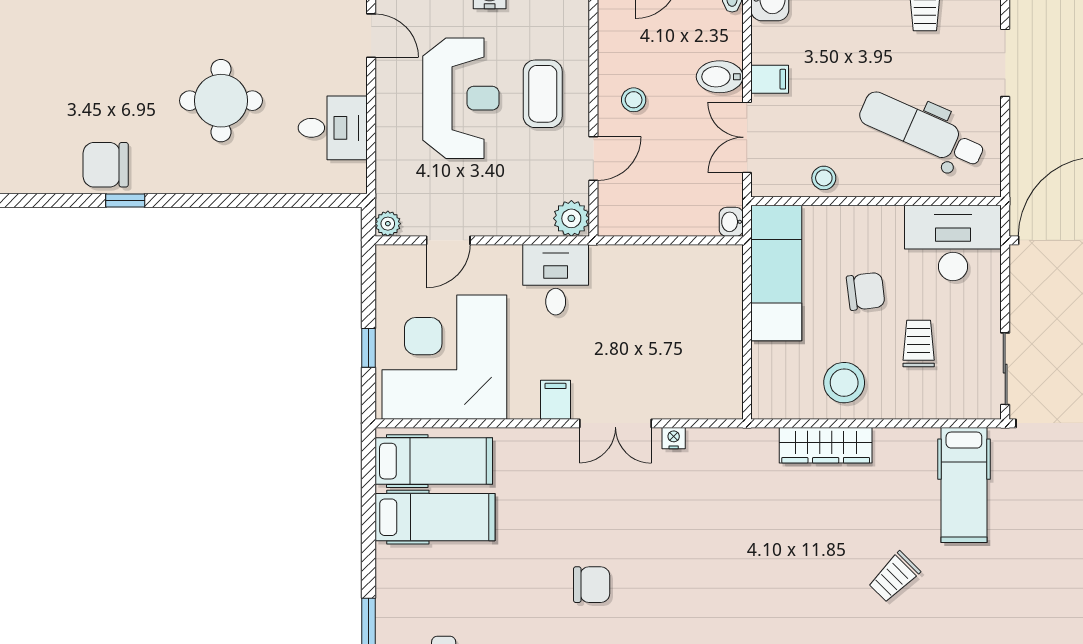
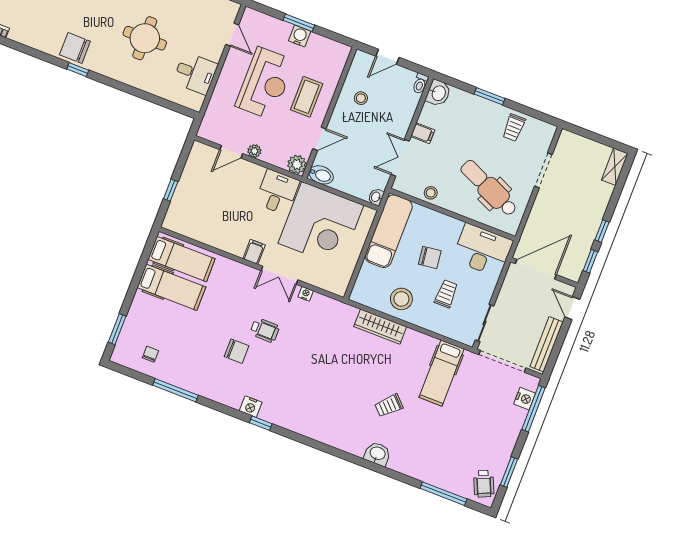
bidet: (720, 77) -> (321, 175), moved, turned 180
stool: (634, 100) -> (361, 98), moved
plant: (388, 224) -> (254, 151), moved
corner desk: (444, 357) -> (321, 224), moved, turned 180
wheelchair: (627, 529) -> (265, 330), added

